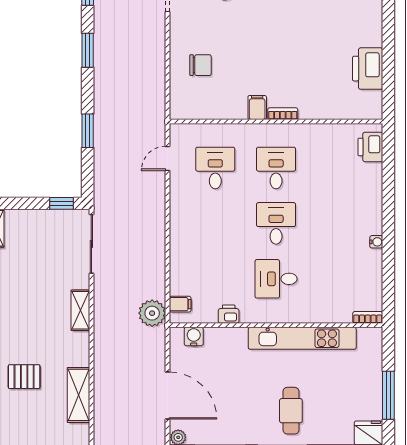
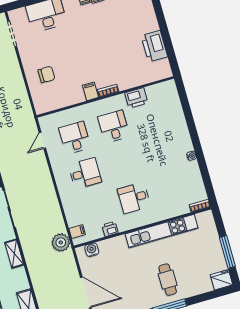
printer: (370, 147) -> (136, 98), moved, turned -90
desk: (276, 223) -> (85, 173), moved, turned 90

